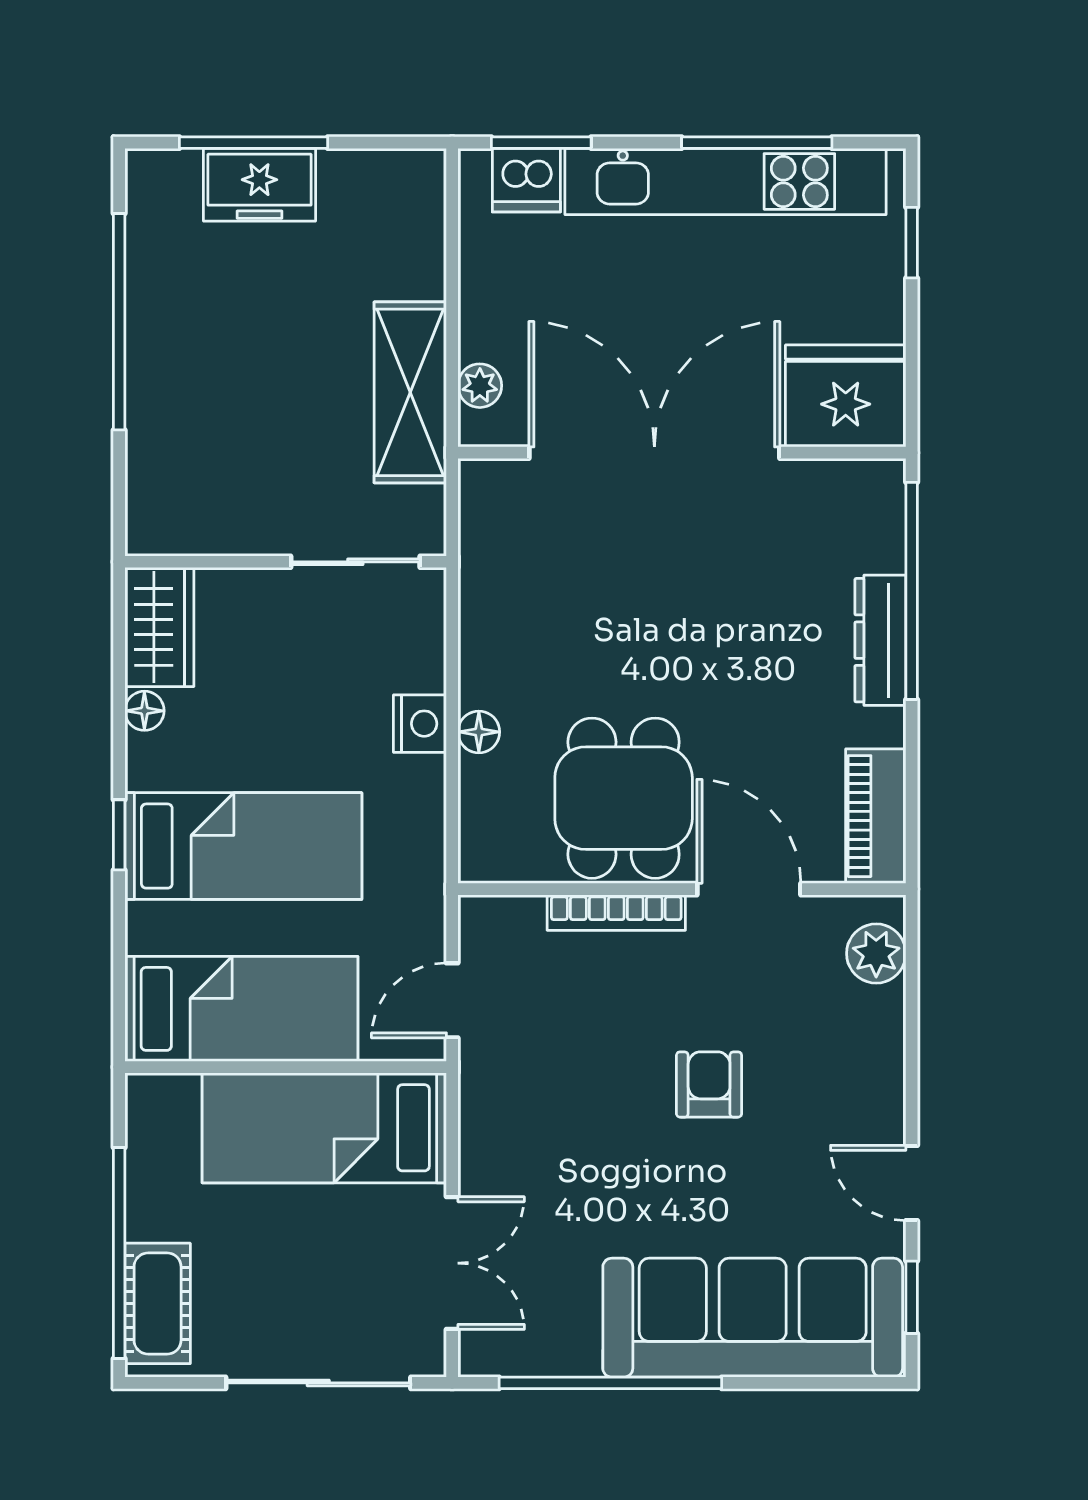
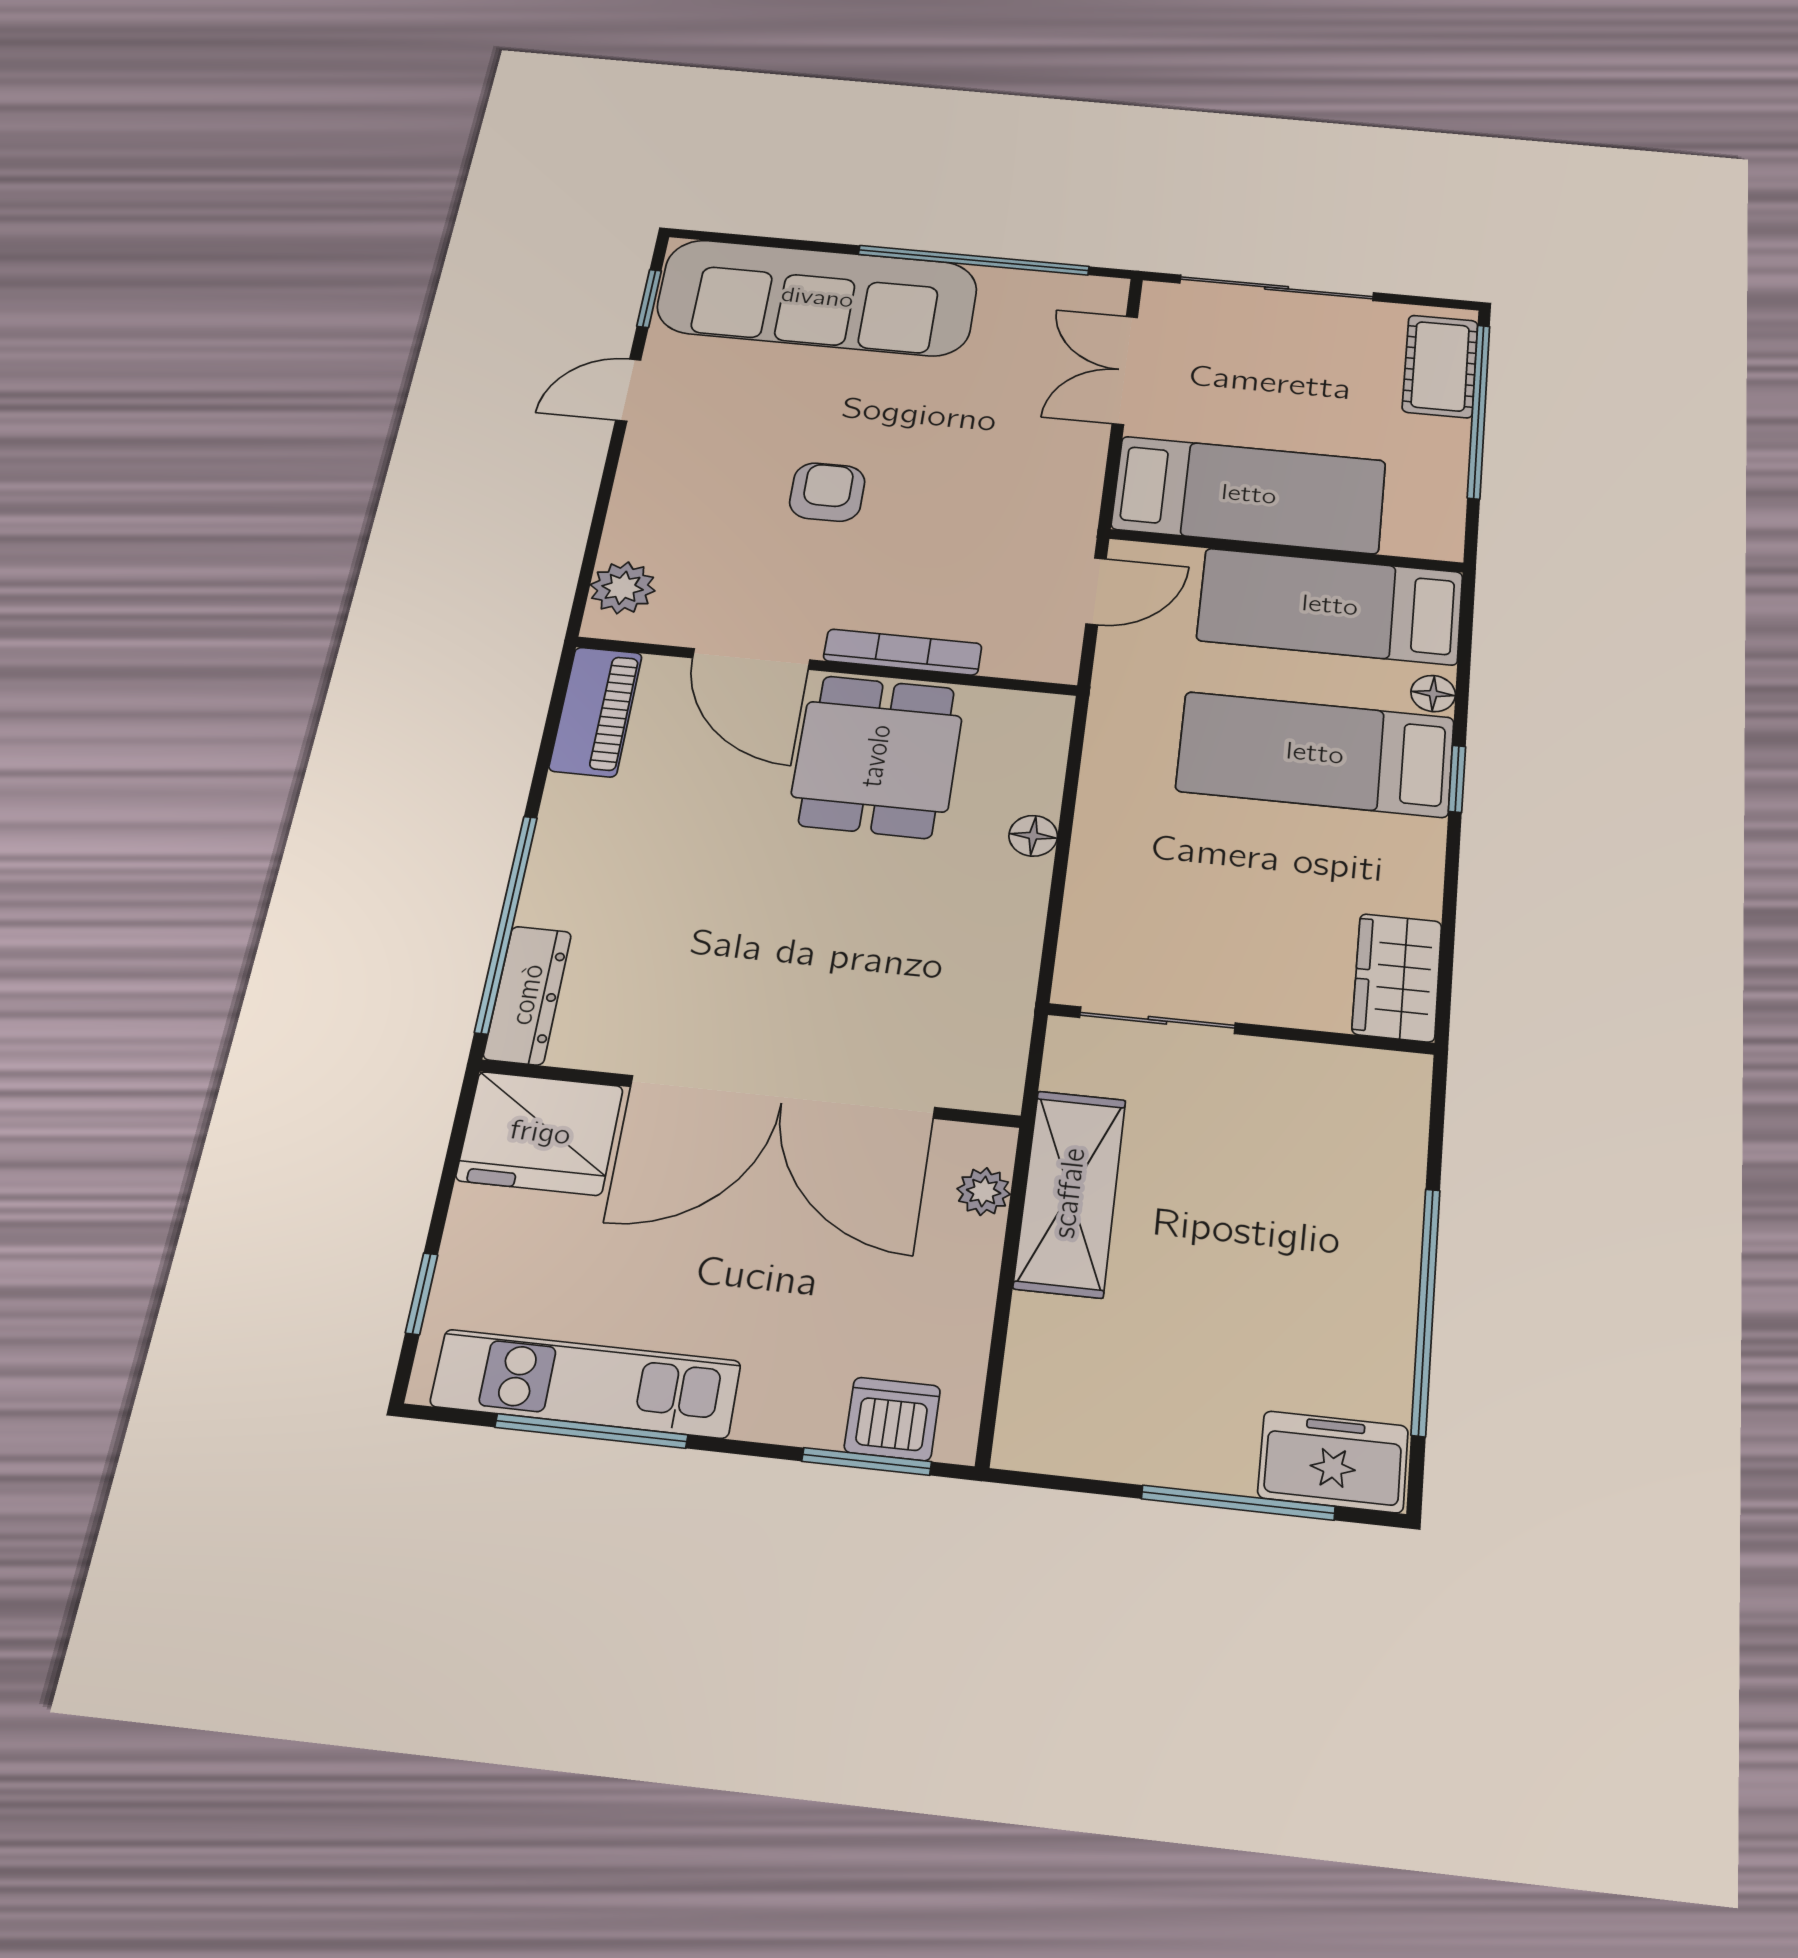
kitchen unit: (726, 181) -> (586, 1384), width x0.73
freezer: (259, 185) -> (1333, 1462), moved
dresser: (880, 640) -> (528, 995), moved
floor lamp: (144, 711) -> (1433, 694), moved
nightstand: (420, 724) -> (1100, 851), removed
armchair: (709, 1084) -> (827, 492), turned 180
door: (912, 1183) -> (628, 390), swing flipped

